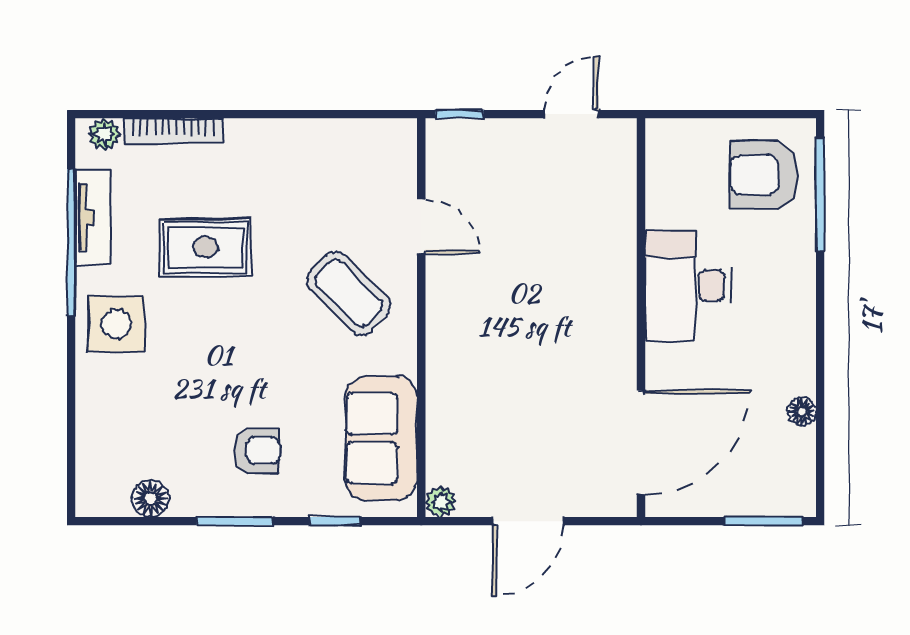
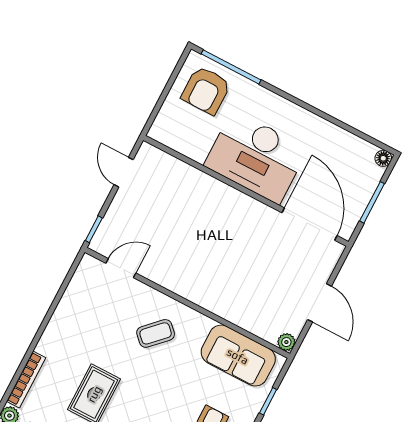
door: (421, 226) -> (121, 268), moved
desk: (688, 286) -> (256, 157), width x1.36, depth x1.30
coffee table: (349, 293) -> (156, 333), width x0.73, depth x0.77
floor lamp: (802, 412) -> (383, 158), moved
window: (764, 521) -> (372, 202), moved

